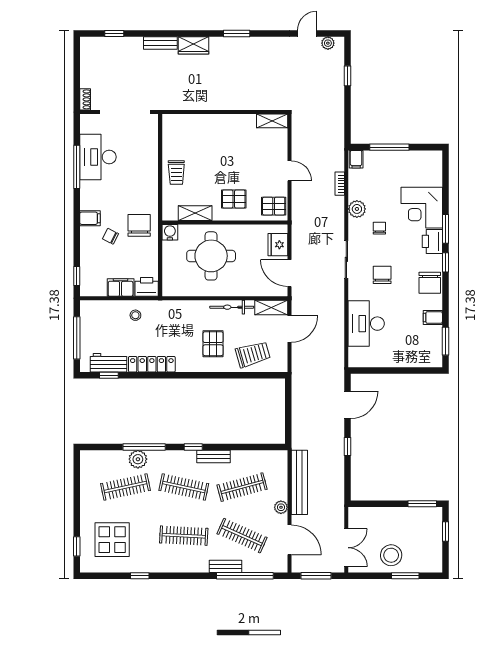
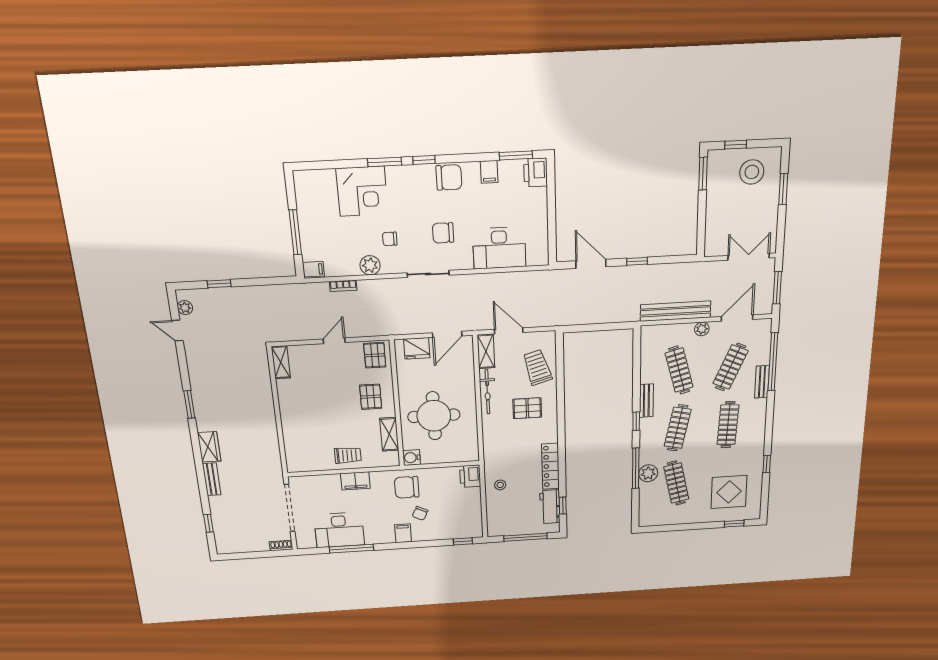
printer: (432, 241) -> (536, 173), moved, turned 90
filing cabinet: (121, 288) -> (355, 481), moved, turned -90
stool: (391, 555) -> (752, 172), moved

